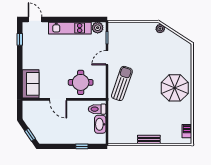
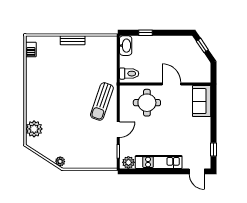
plant: (184, 58) -> (34, 129), added
parasol: (175, 88) -> (44, 97), removed
washbasin: (100, 124) -> (126, 46), moved

